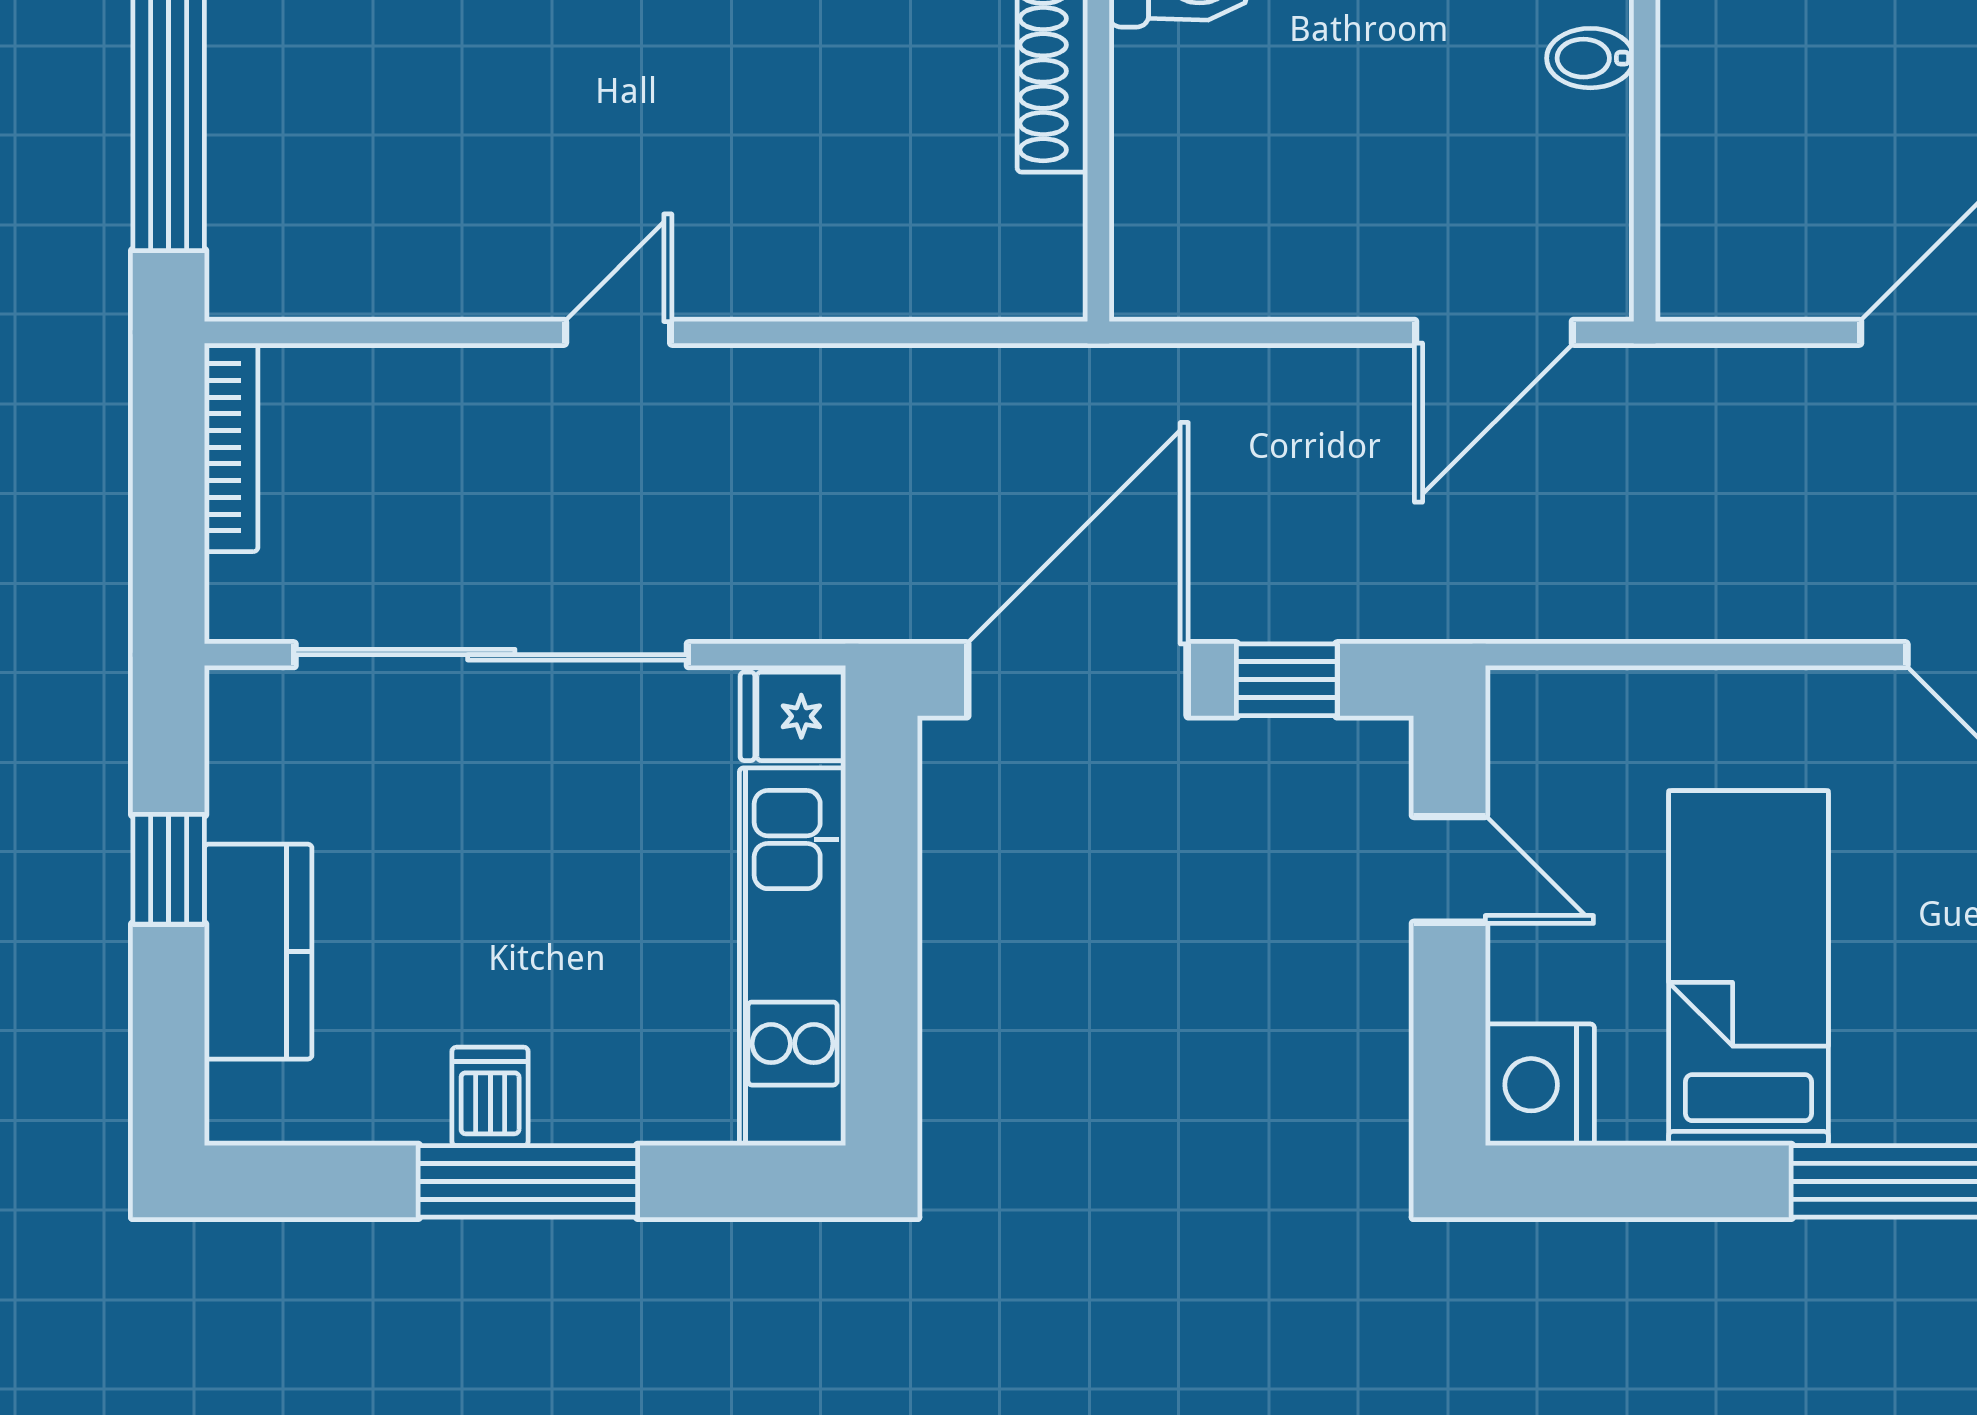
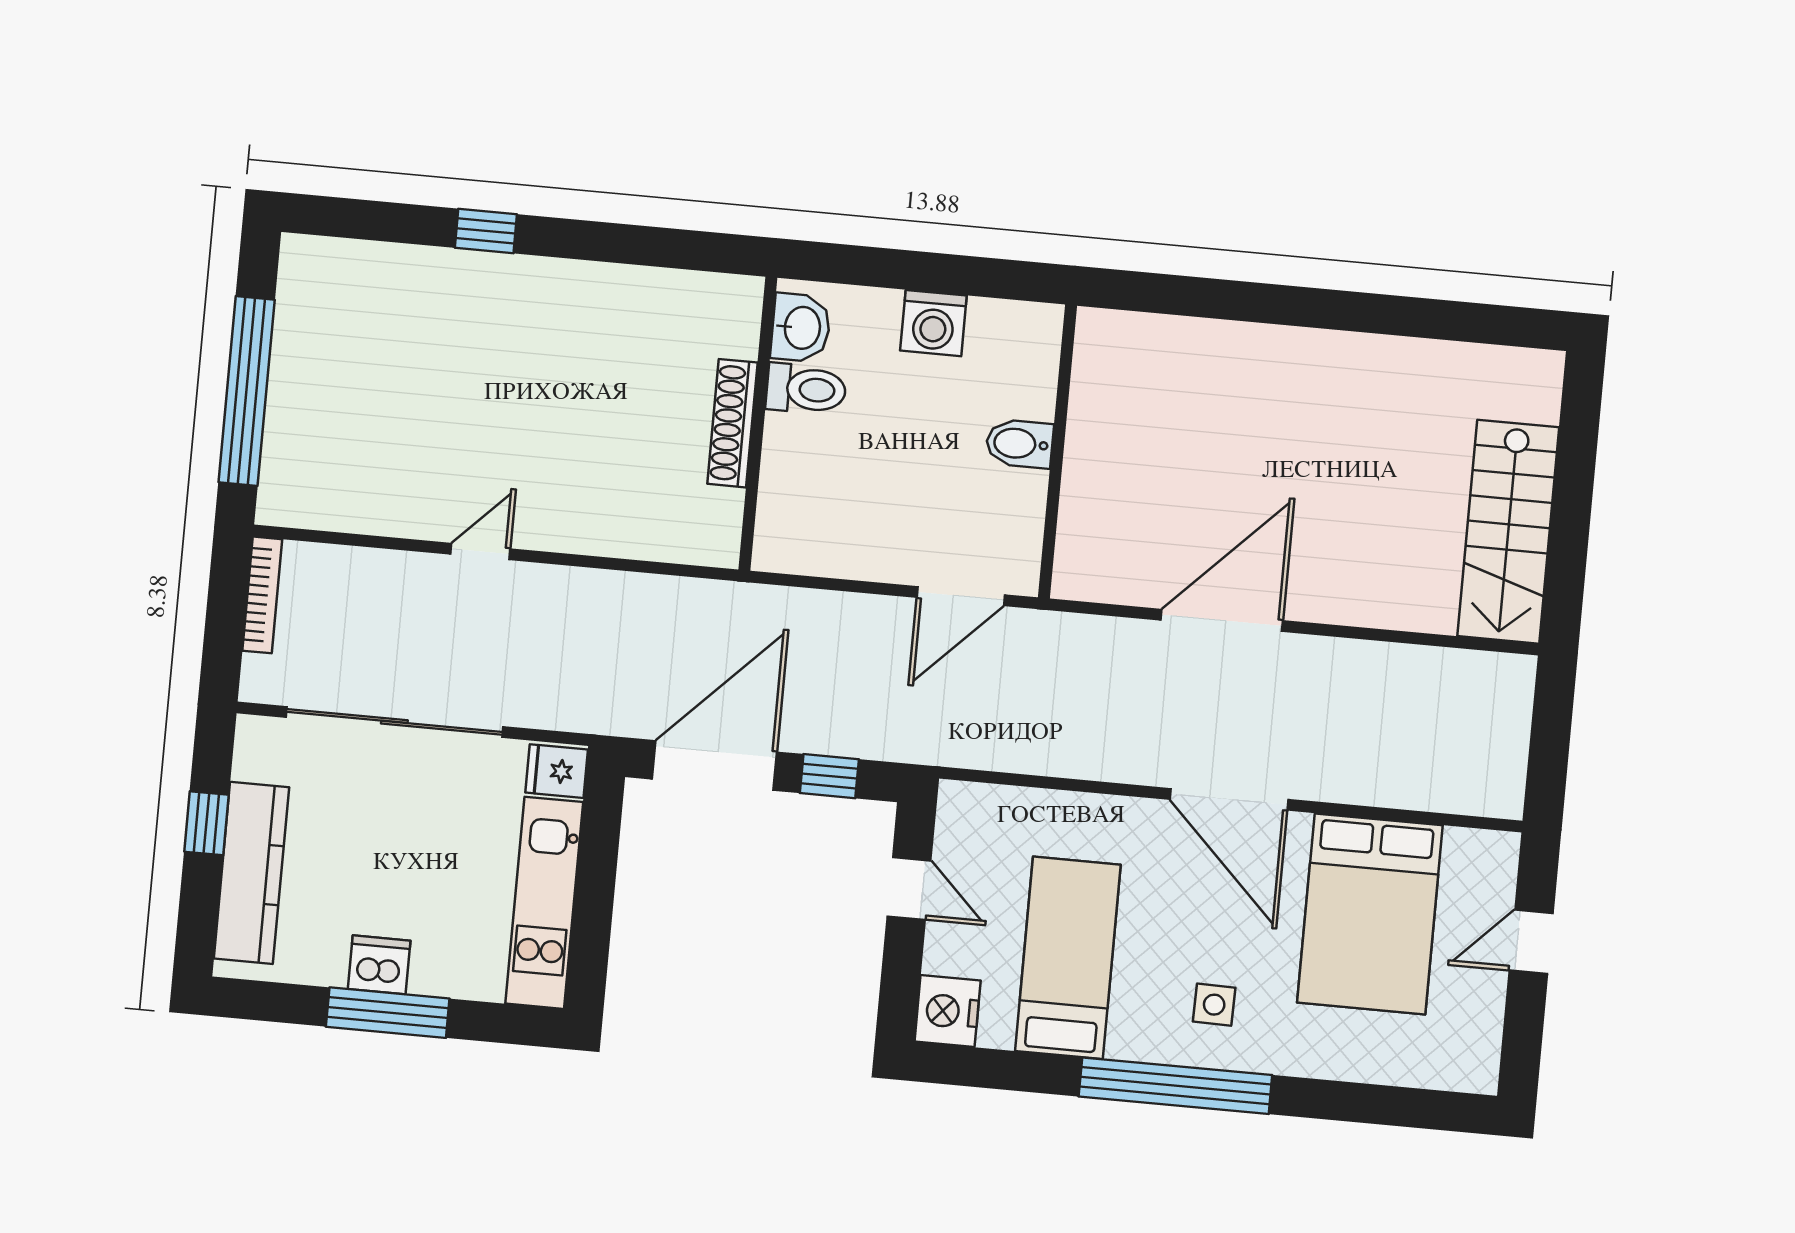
bidet: (1590, 58) -> (1019, 444), width x1.38, depth x1.36
kitchen counter: (258, 952) -> (251, 873), width x1.50
dishwasher: (490, 1096) -> (379, 965), width x1.38

